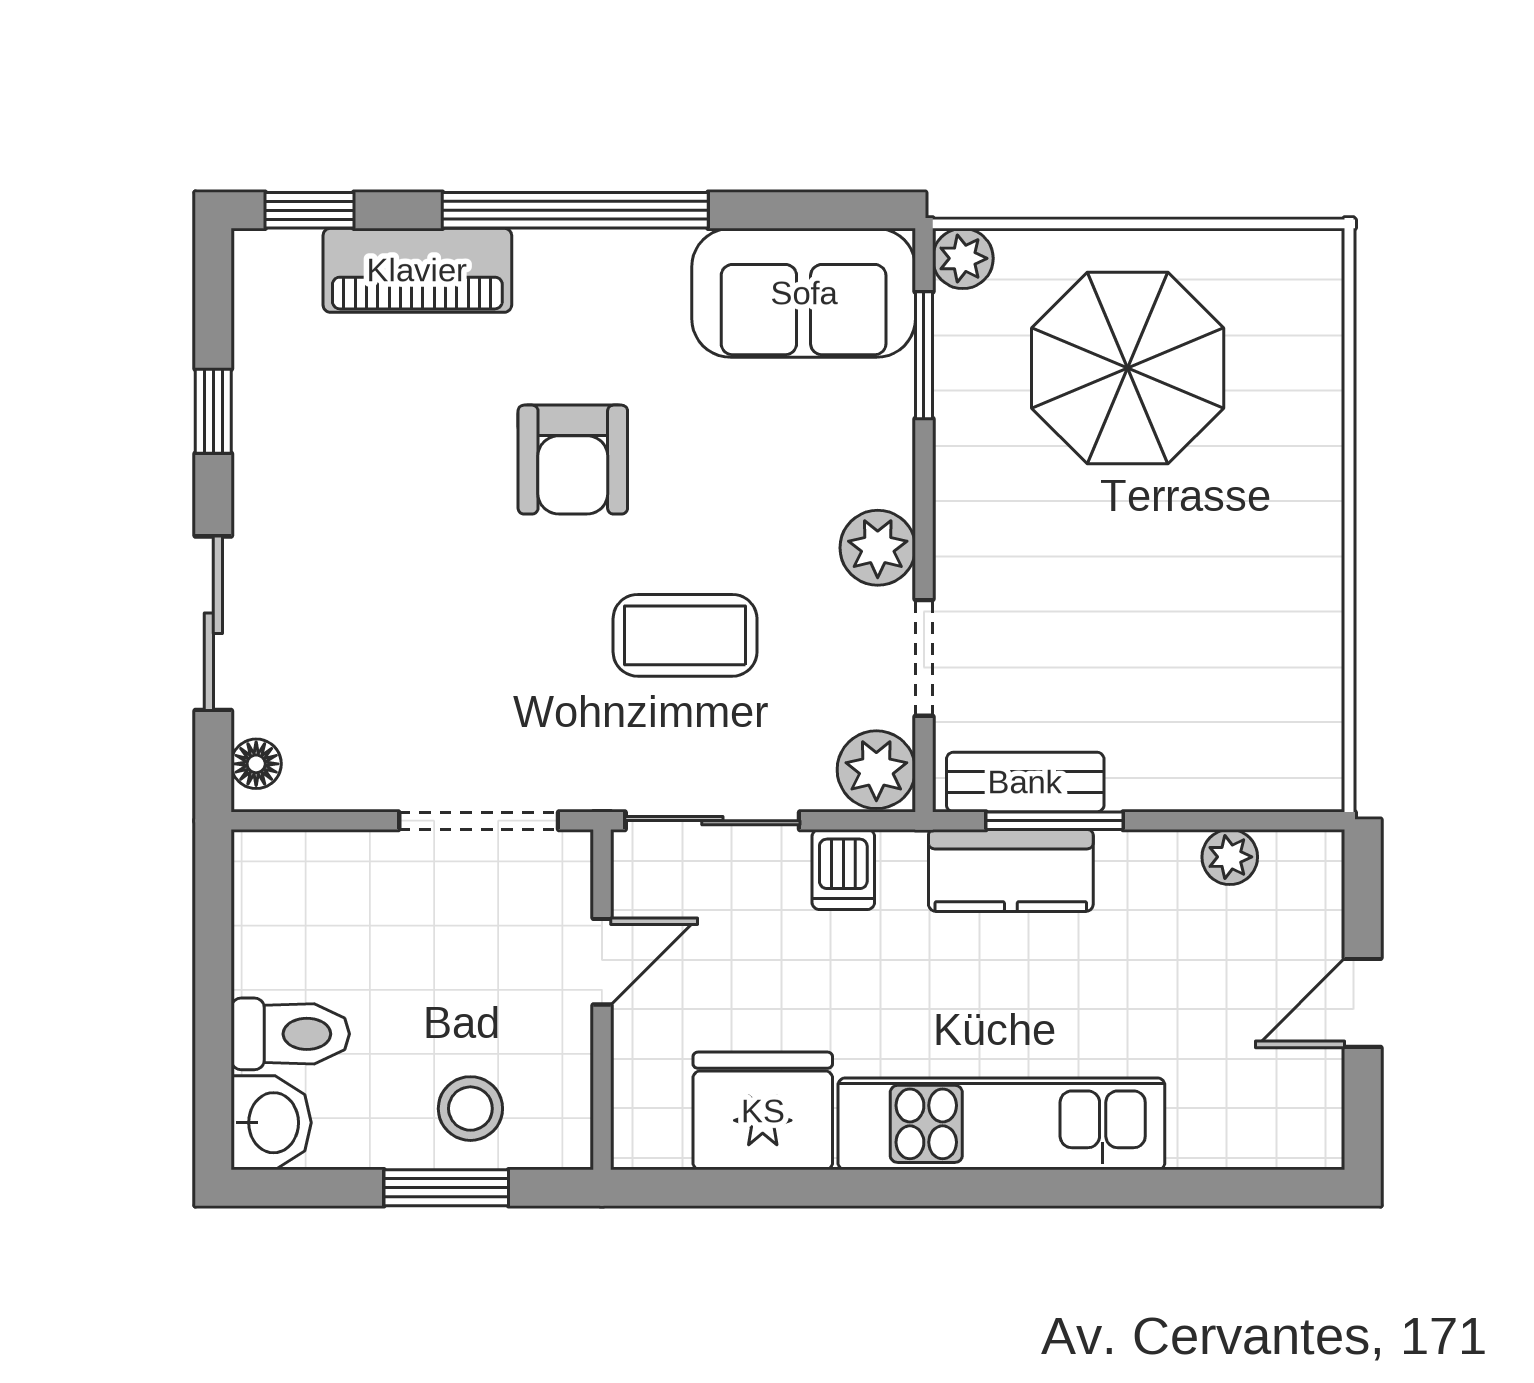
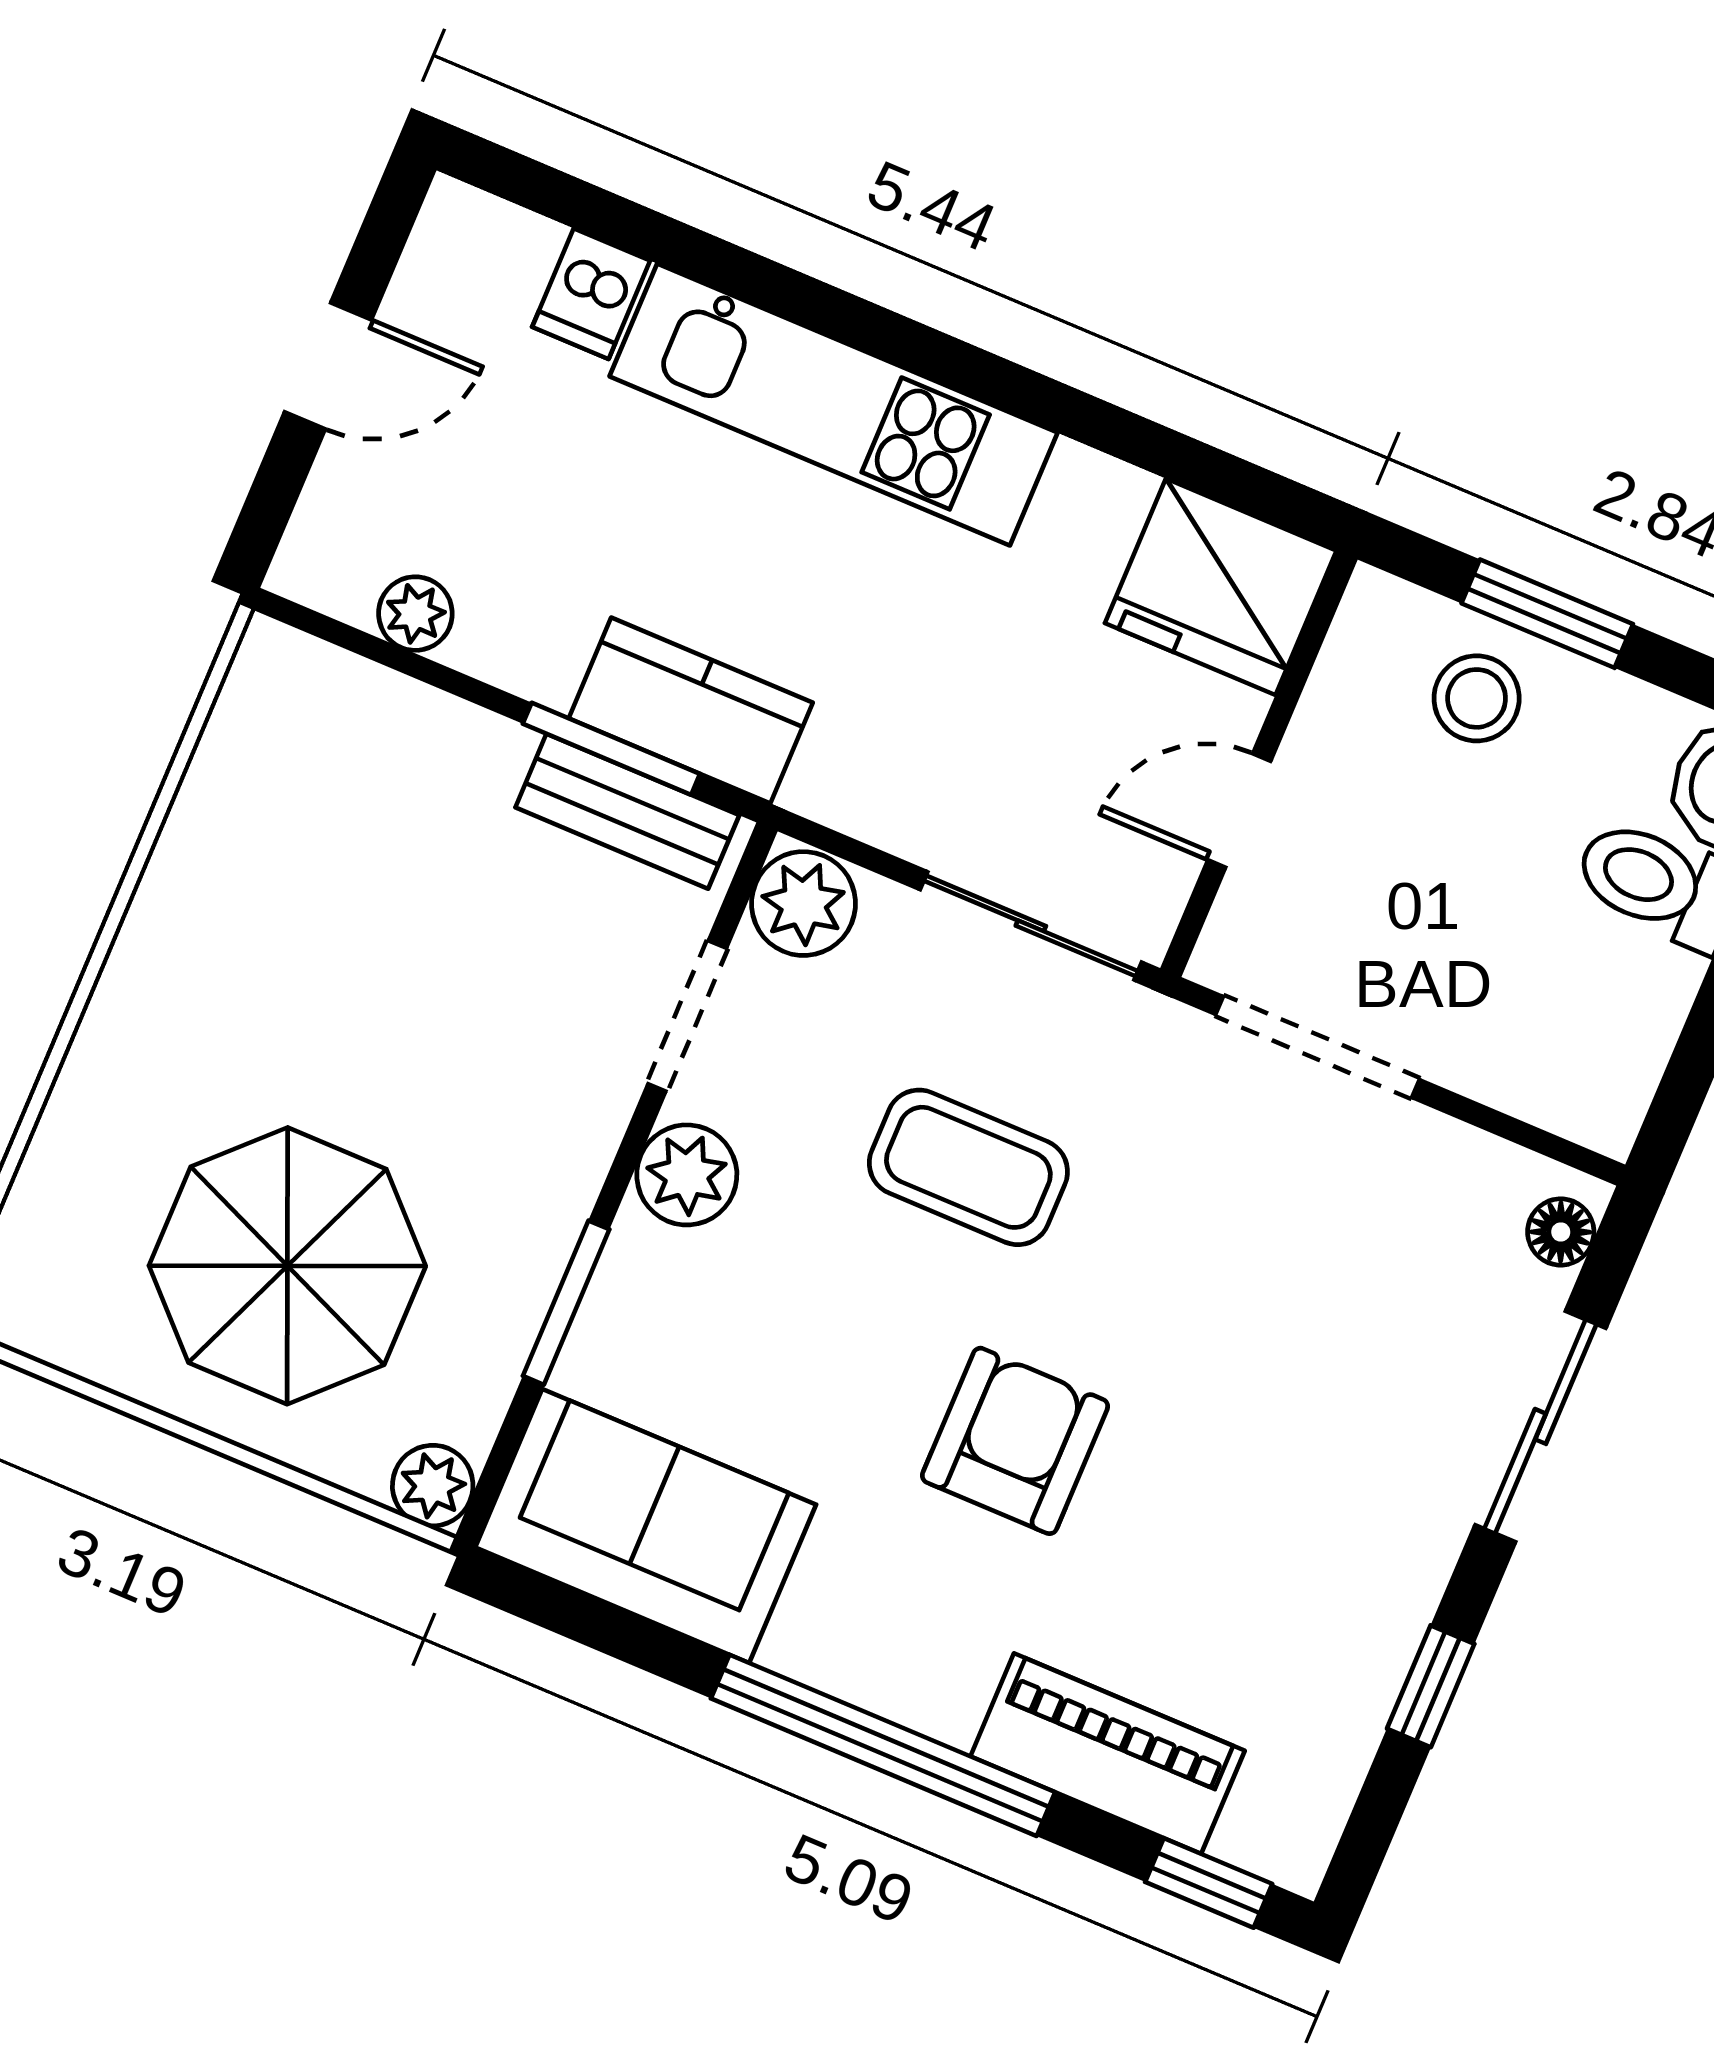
window: (924, 355) -> (566, 1303), moved
dishwasher: (843, 869) -> (591, 294), moved, turned 180
fridge: (763, 1111) -> (1221, 587), moved

